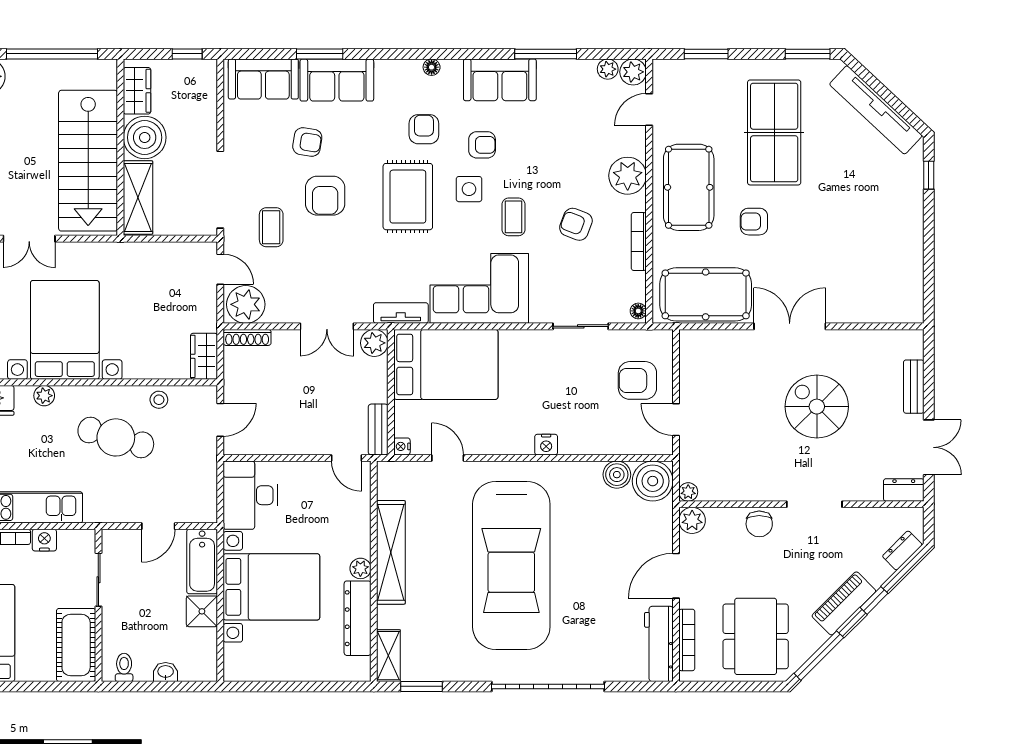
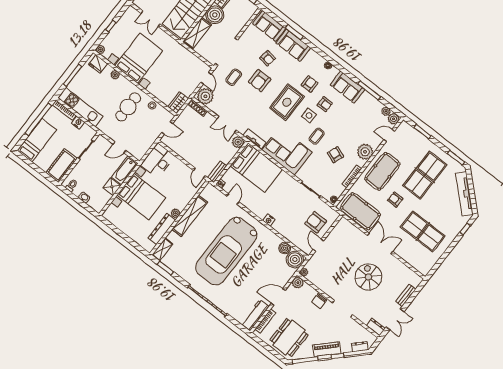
table tennis table: (852, 242) -> (423, 231), added
cafe table: (116, 437) -> (128, 107), turned 74

